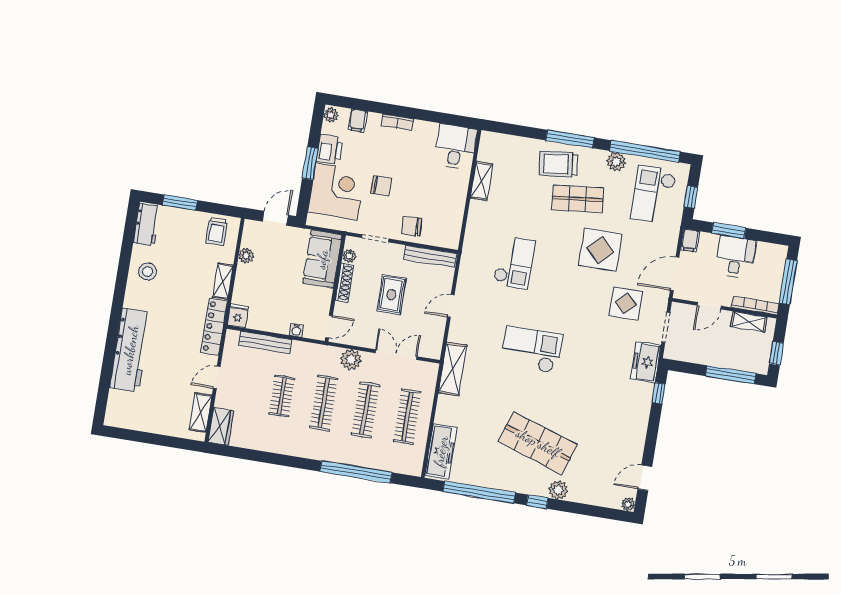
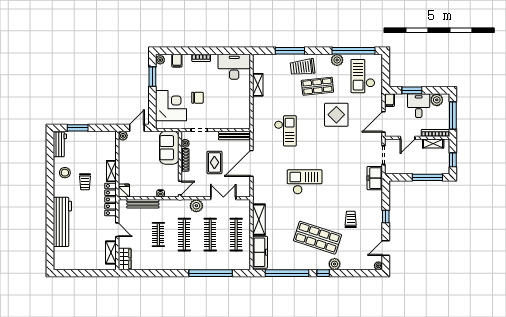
window: (570, 139) -> (290, 51), moved
desk: (456, 147) -> (234, 67), width x1.37
printer: (330, 150) -> (163, 81), removed
window: (310, 163) -> (152, 77), moved
window: (691, 197) -> (386, 74), removed
chair: (412, 226) -> (220, 119), removed
trolley: (217, 231) -> (85, 182), moved
plant: (766, 252) -> (437, 100), added
plant: (246, 256) -> (123, 136), moved
display table: (626, 303) -> (357, 145), removed
door: (451, 306) -> (251, 163), width x1.88
shelving: (453, 369) -> (259, 220), moved
door: (217, 377) -> (117, 230), swing flipped
window: (659, 393) -> (386, 216), moved
trolley: (596, 422) -> (351, 219), added

